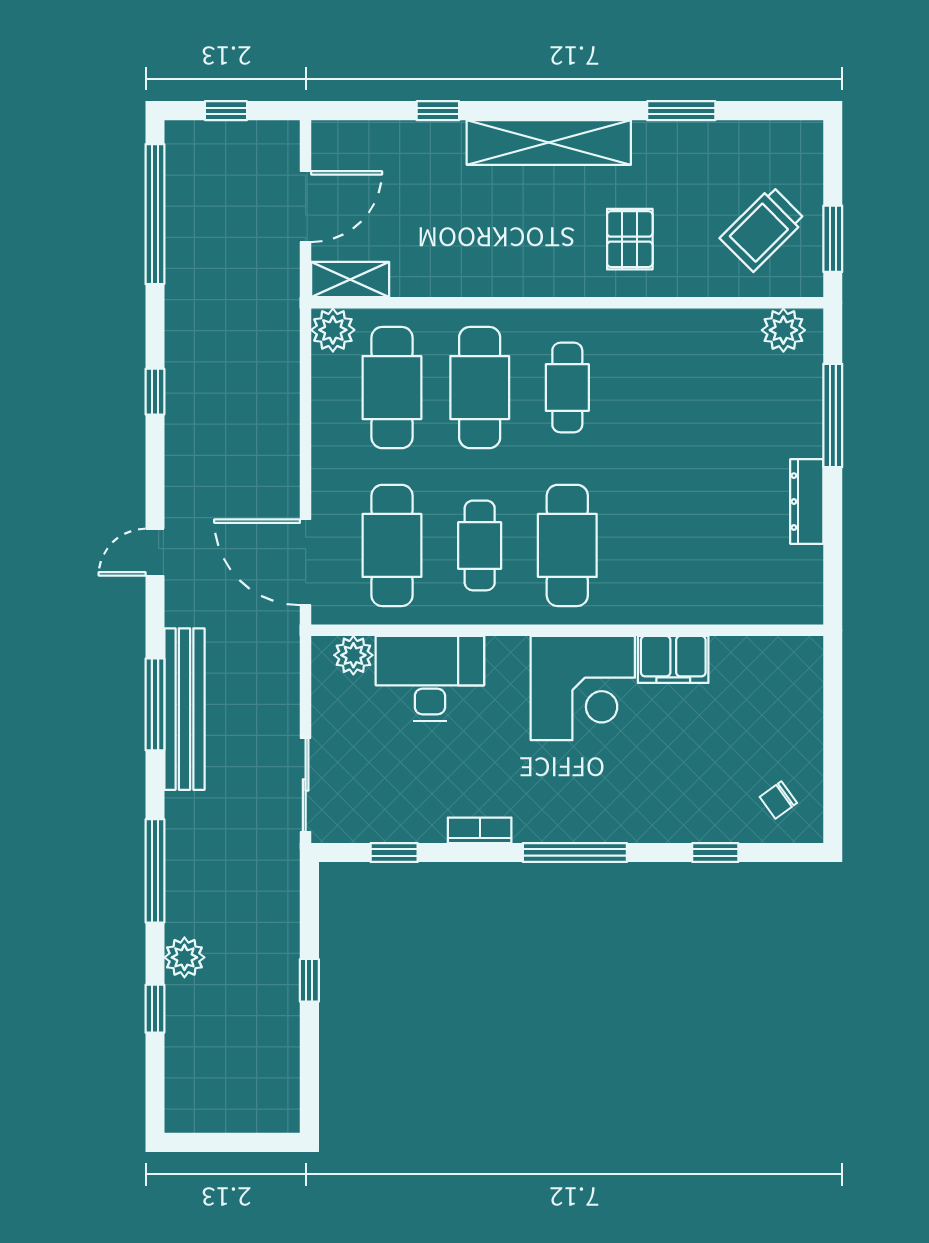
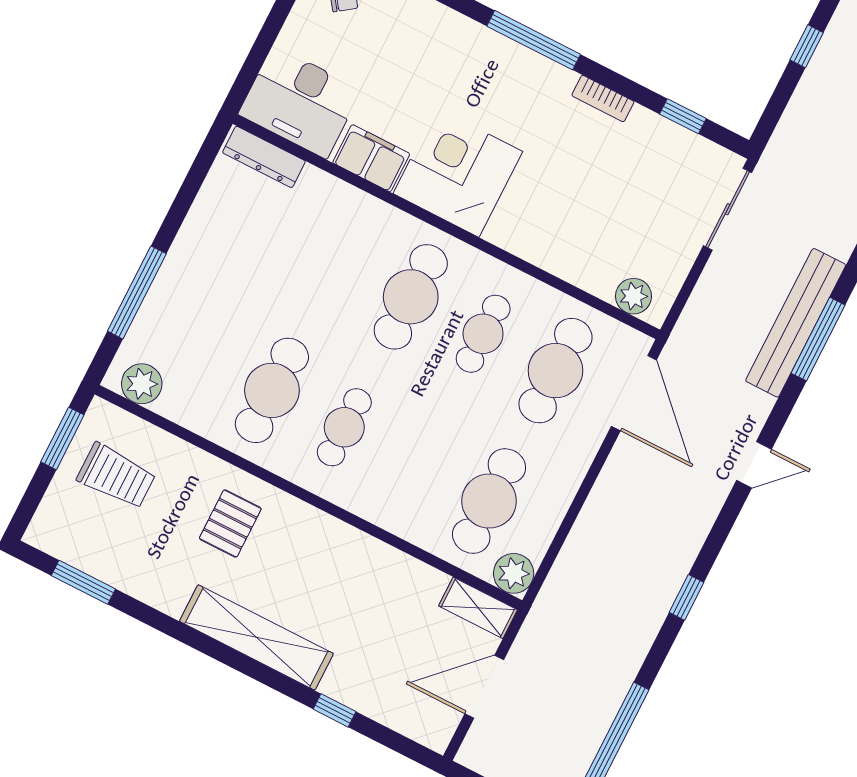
window: (681, 111) -> (83, 582), moved
trolley: (763, 229) -> (116, 476), turned 45
cafe table: (480, 388) -> (272, 390), moved
dresser: (807, 502) -> (264, 157), moved, turned 90
desk: (430, 679) -> (300, 102), moved

